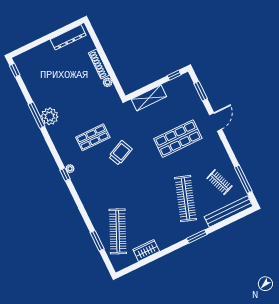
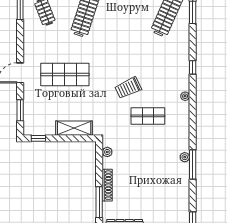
window: (99, 47) -> (99, 202), added
plant: (108, 82) -> (107, 152), moved
plant: (50, 116) -> (185, 157), width x0.53, depth x0.53
window: (65, 174) -> (193, 67), moved

